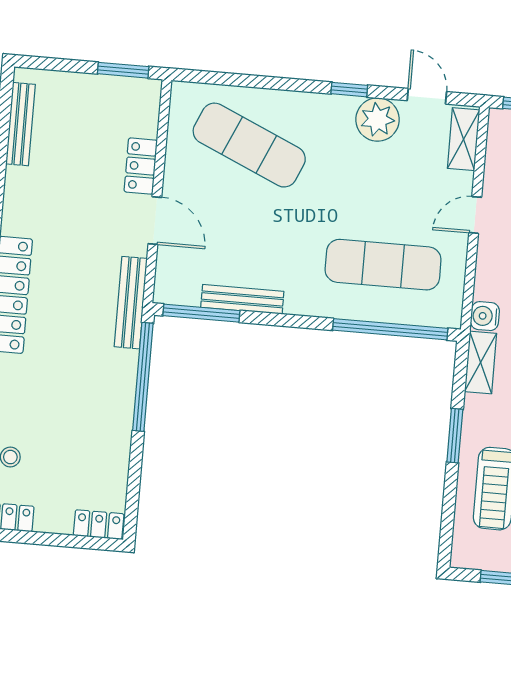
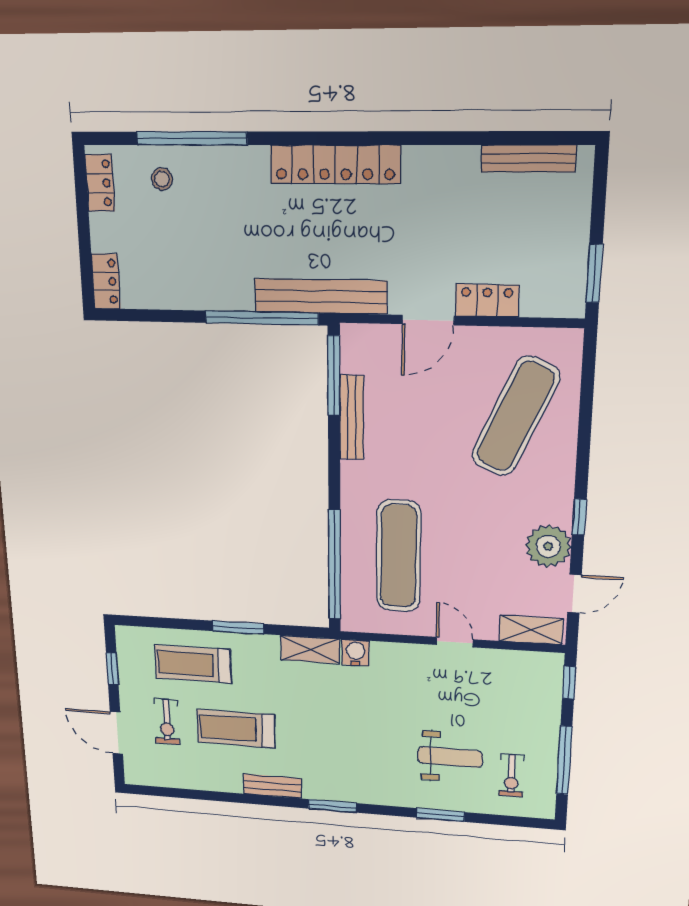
bench: (131, 303) -> (321, 296), width x1.37, depth x1.21

